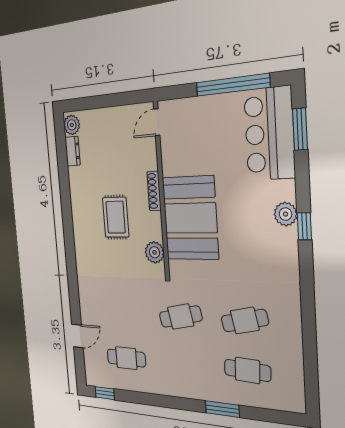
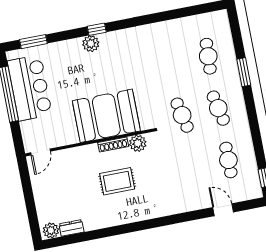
door: (157, 122) -> (41, 152), hinge flipped
bar counter: (269, 134) -> (30, 88), moved, turned -90
shoe rack: (154, 191) -> (113, 145), moved
cafe table: (245, 321) -> (218, 108), moved

